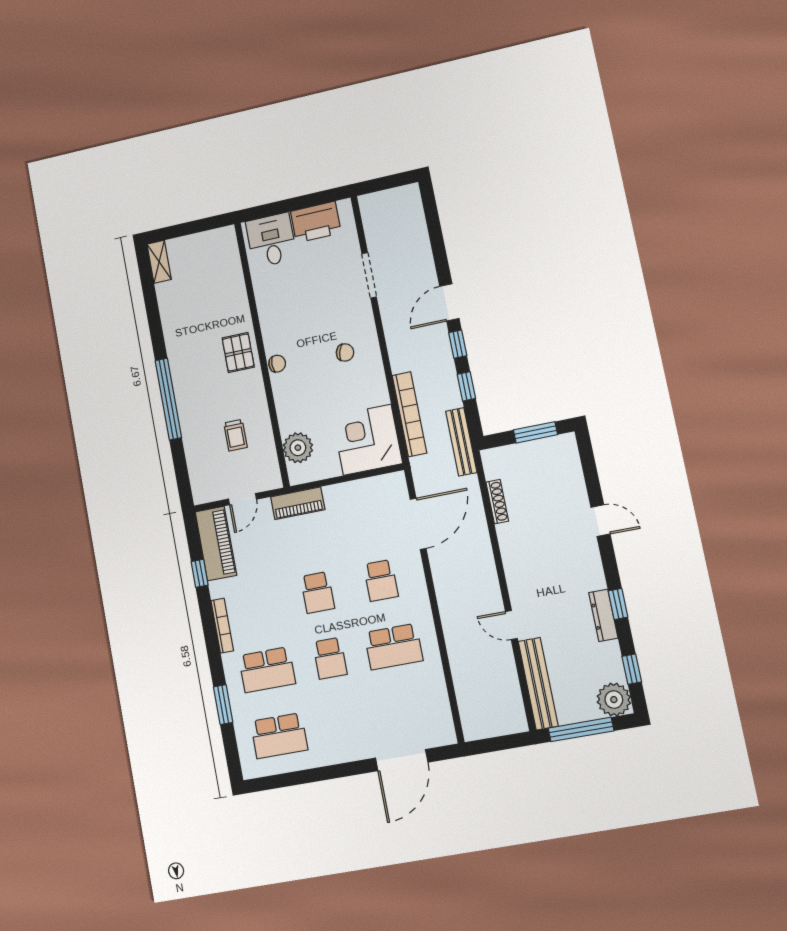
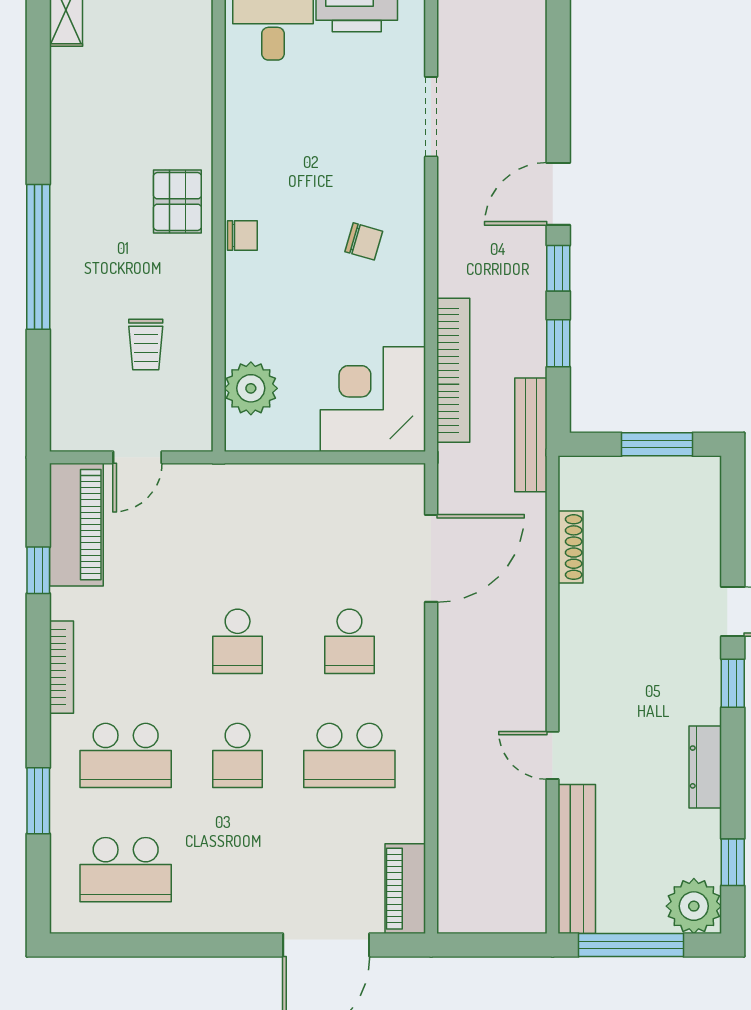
piano: (298, 503) -> (405, 889), moved, turned 90
window: (618, 604) -> (733, 683), moved

